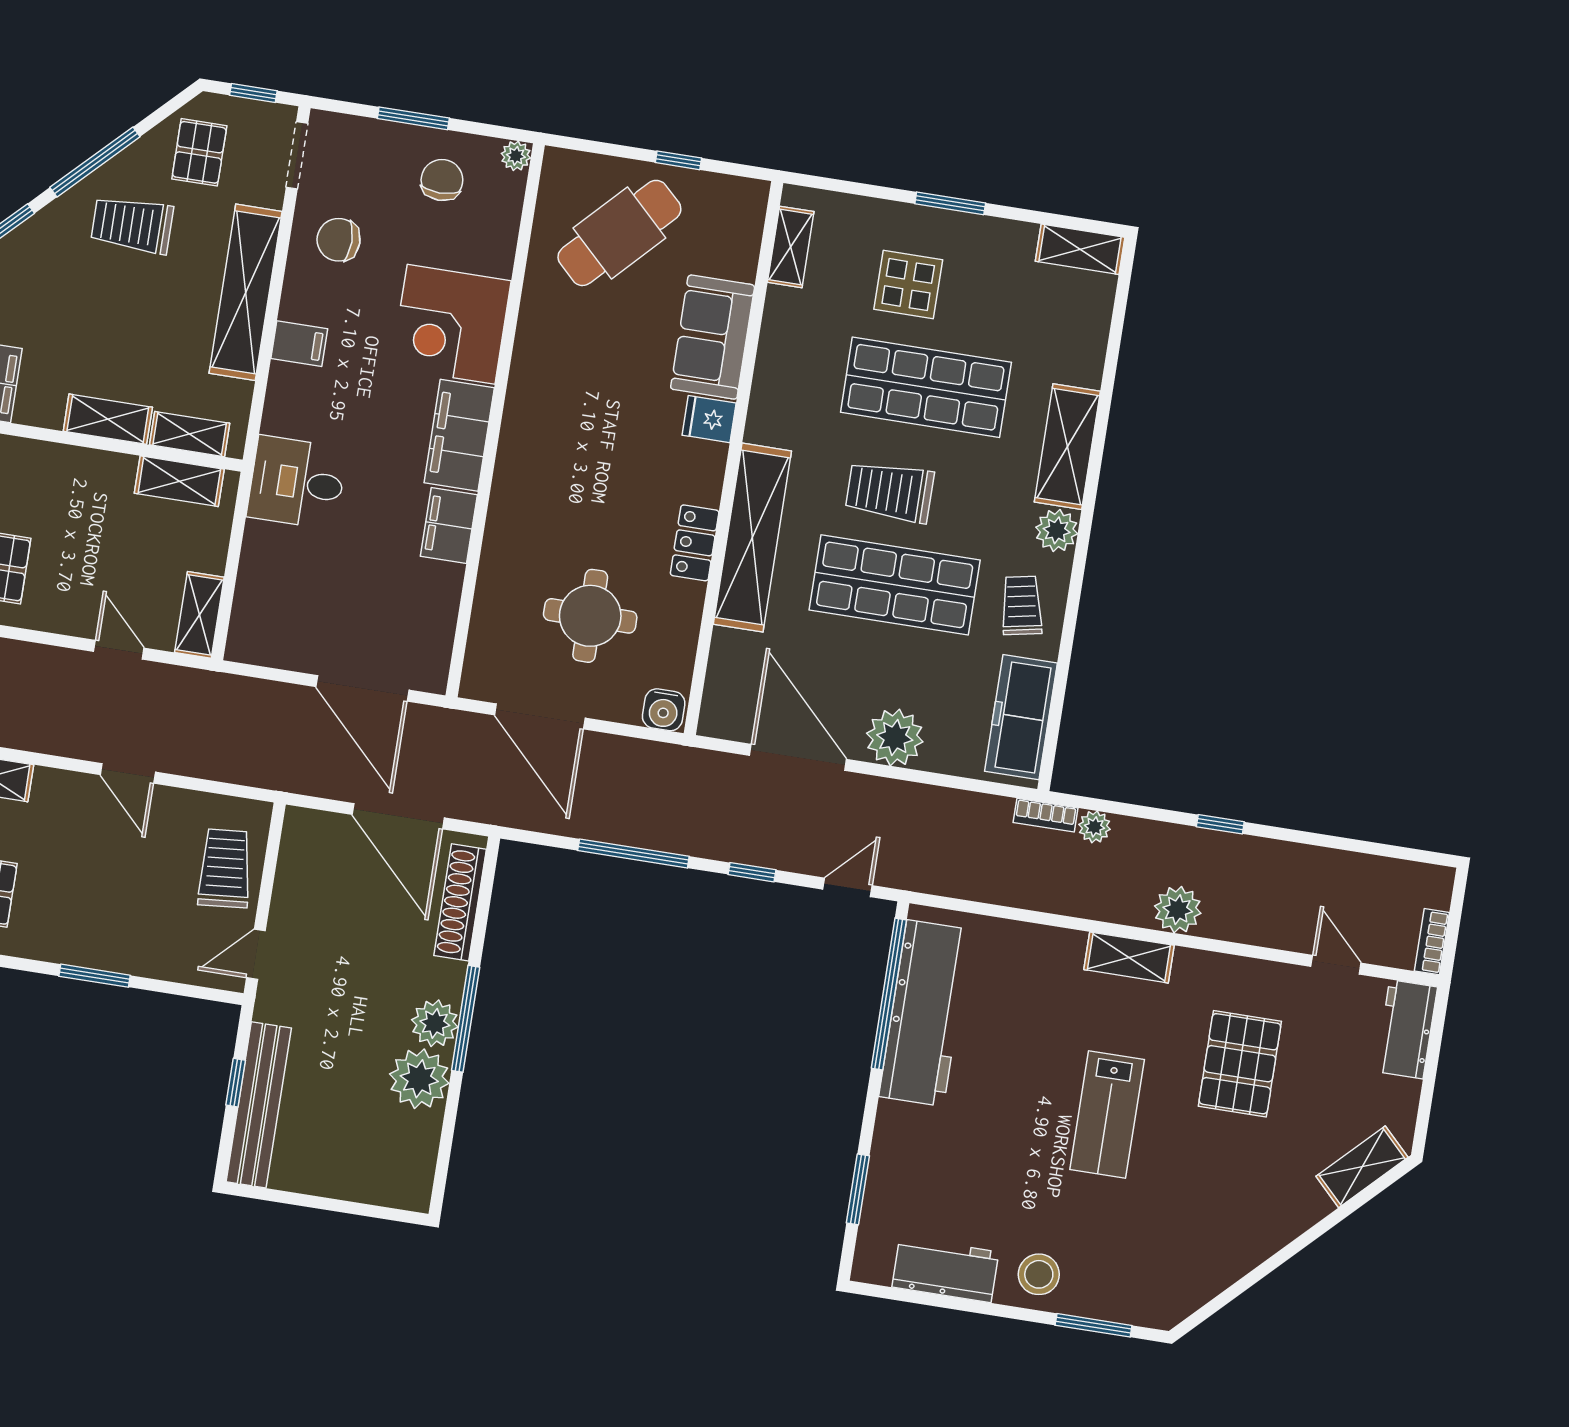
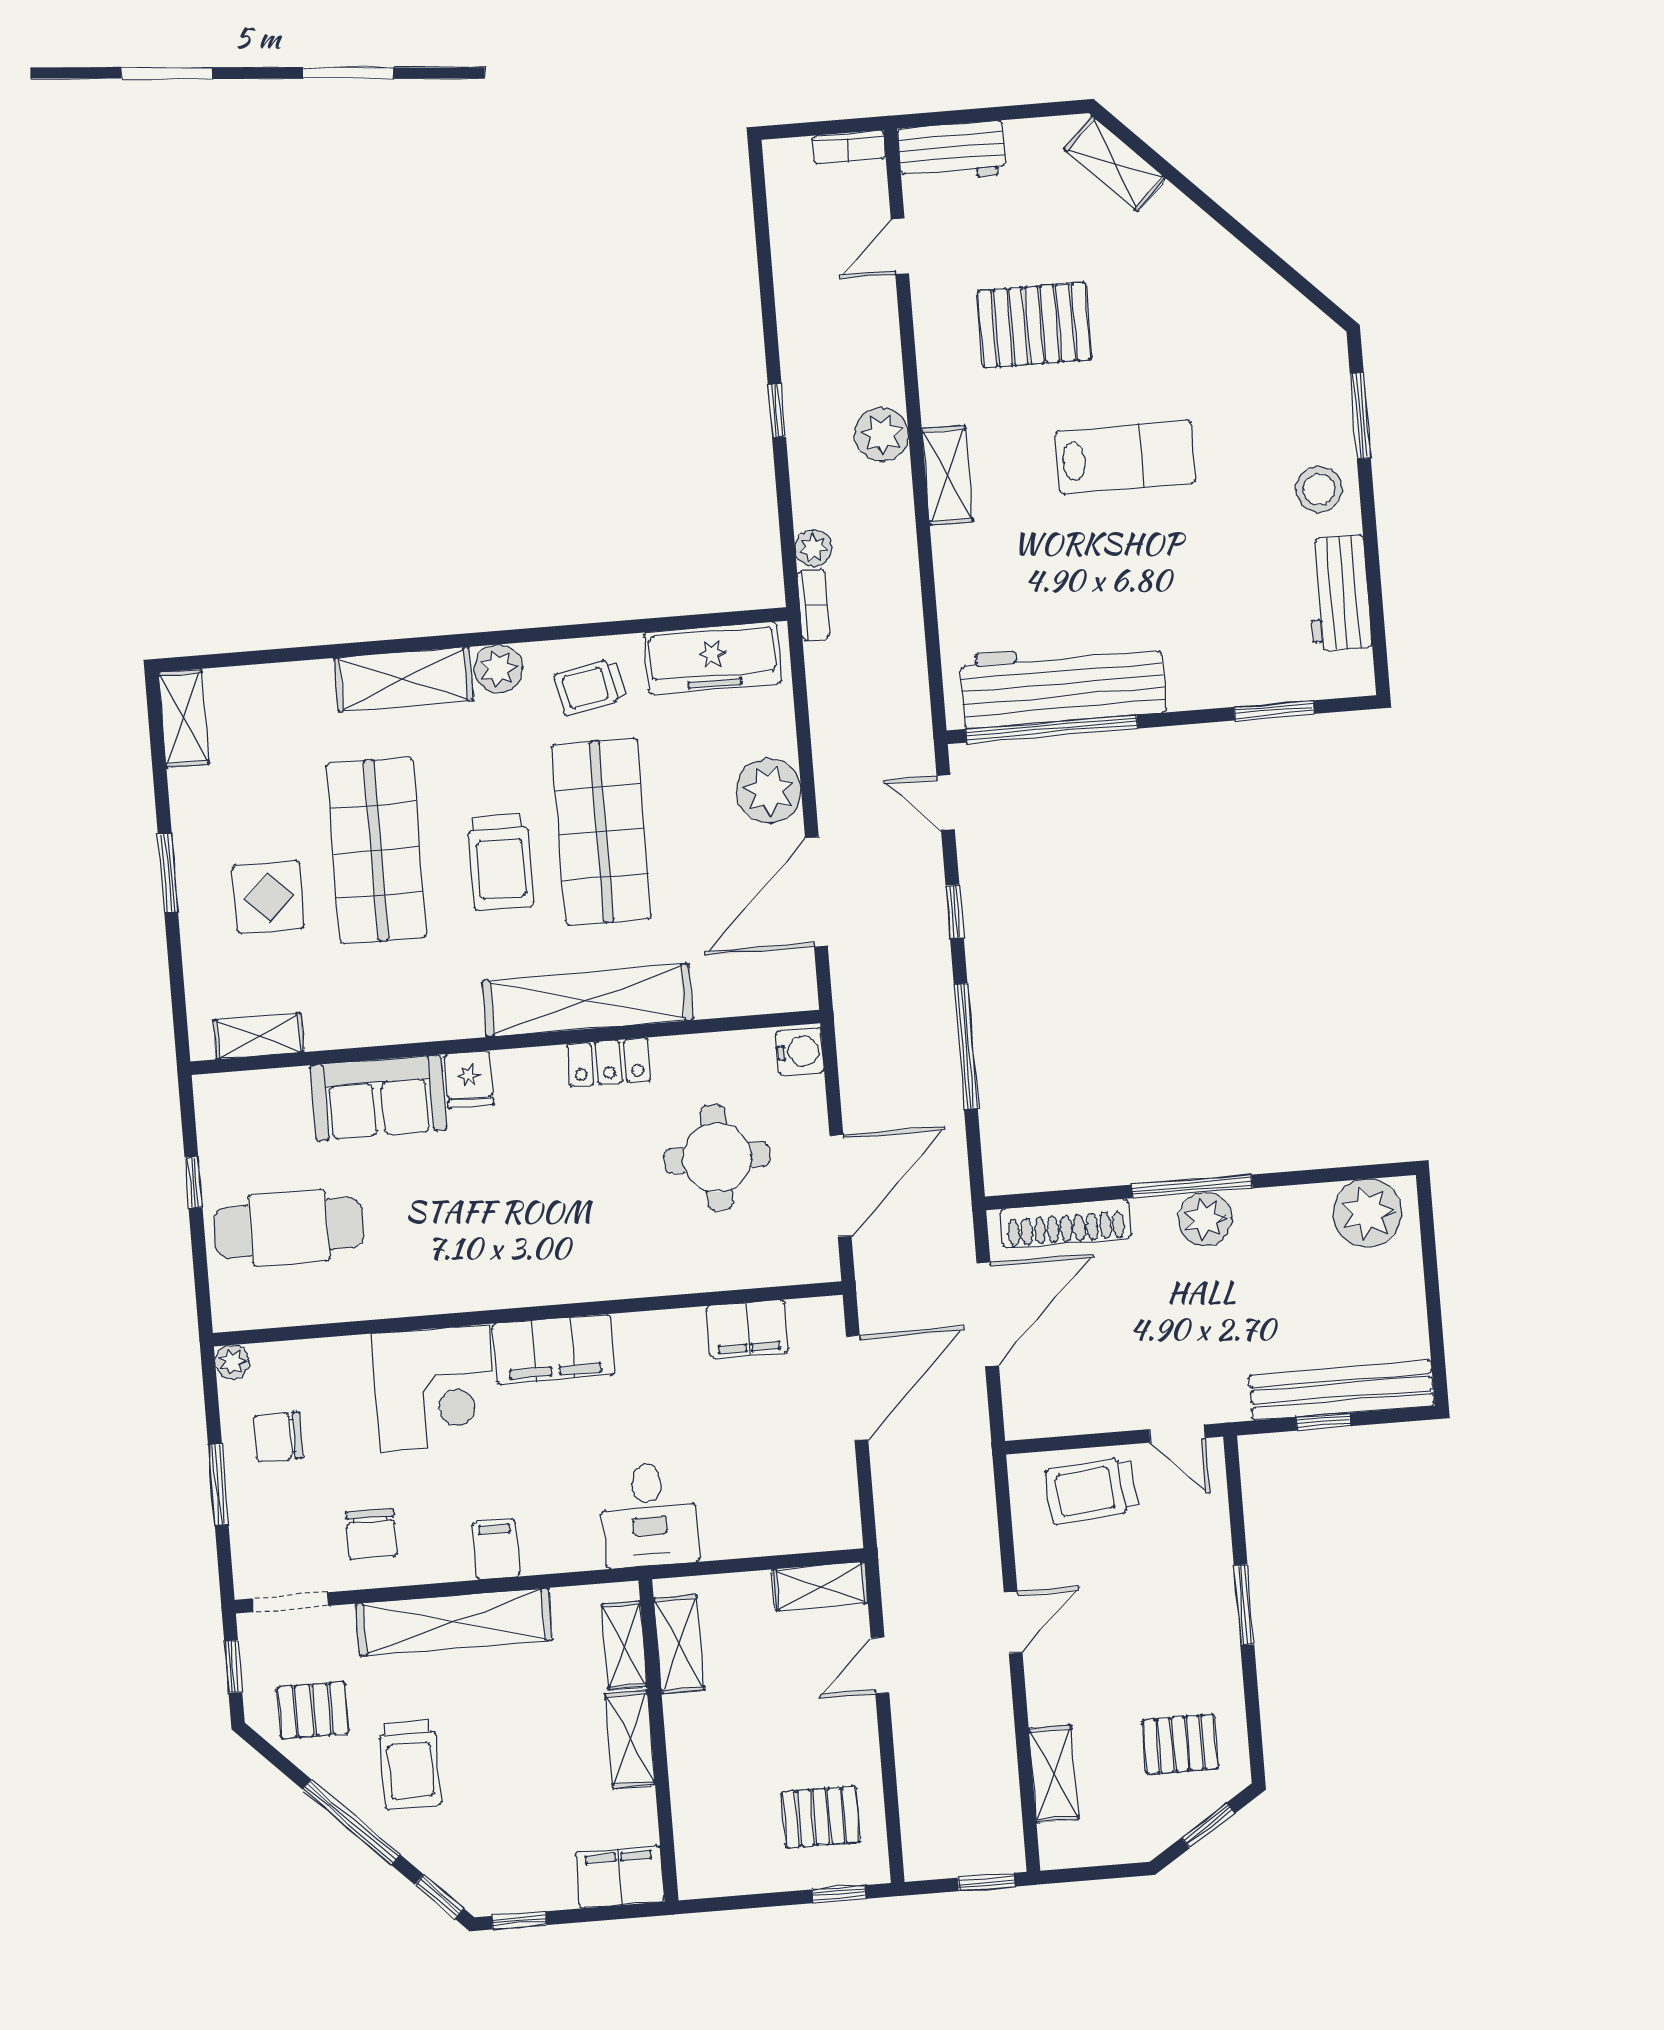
cafe table: (619, 233) -> (289, 1228), turned -44
filing cabinet: (449, 525) -> (748, 1329), moved
plant: (419, 1079) -> (1368, 1213), moved

